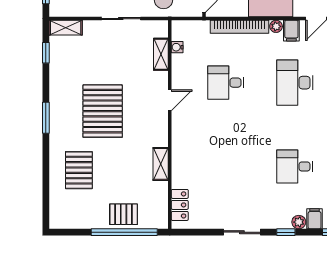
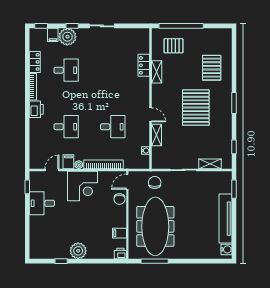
shelving: (66, 28) -> (210, 164), moved
shelving: (161, 54) -> (156, 135), moved
desk: (295, 83) -> (66, 127), width x0.73
door: (170, 100) -> (150, 115), swing flipped
locker: (180, 205) -> (144, 65), moved
pallet: (124, 214) -> (173, 46), moved
plant: (299, 222) -> (67, 37), width x1.87, depth x1.87

